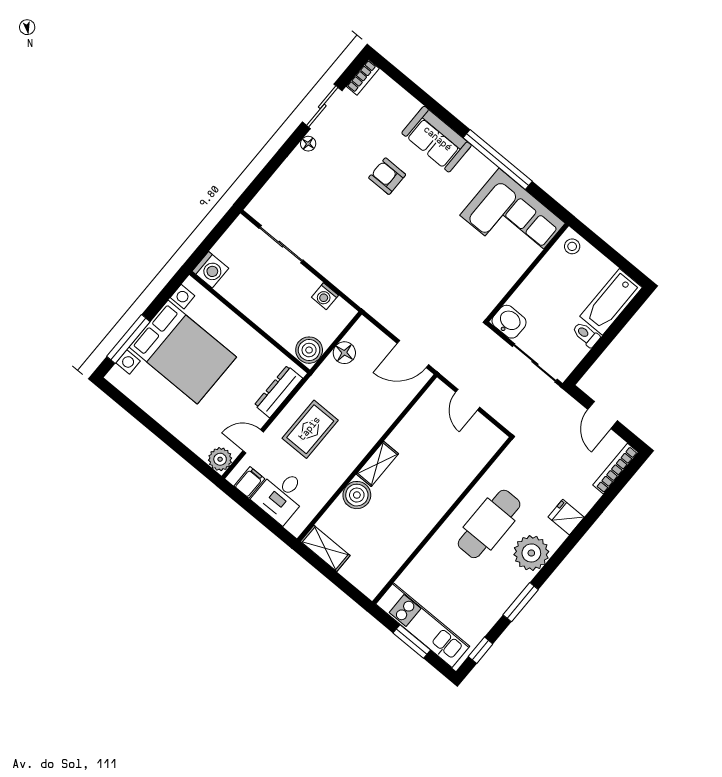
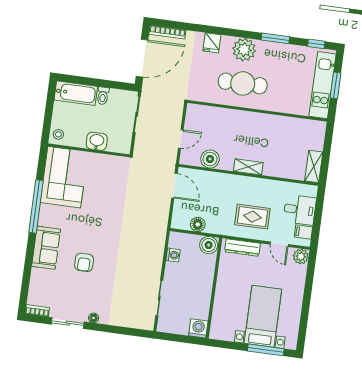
washbasin: (509, 322) -> (97, 141), moved, turned 90
bed with nightstands: (183, 352) -> (263, 316), width x0.73
door: (603, 415) -> (142, 58), width x1.87
boiler: (357, 495) -> (210, 159), moved

